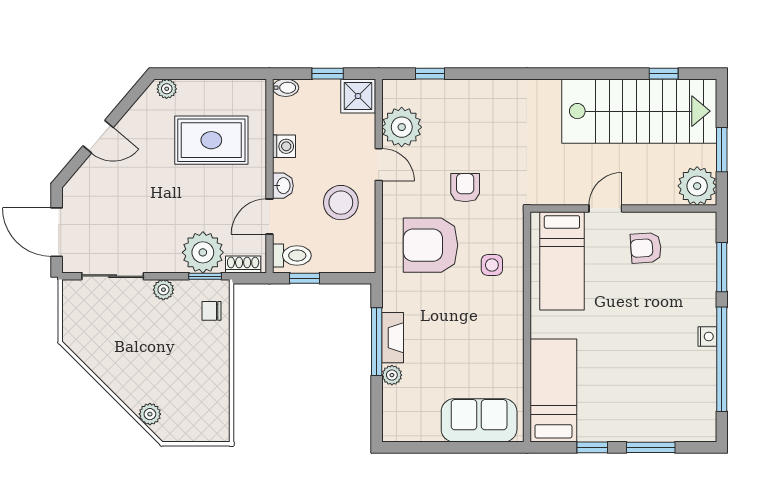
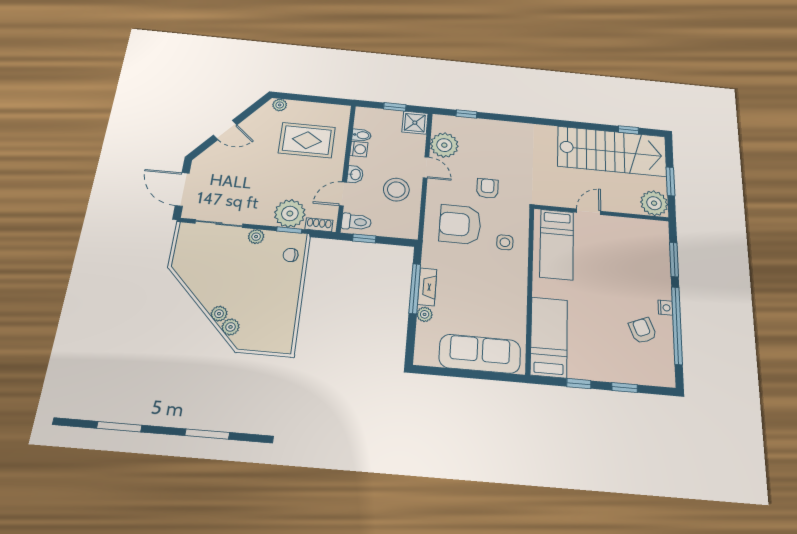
bidet: (286, 88) -> (362, 135), moved
armchair: (646, 248) -> (643, 331), moved, turned 72
plant: (133, 398) -> (219, 314), added
sofa: (479, 420) -> (480, 354), width x1.36
window: (651, 447) -> (625, 388), width x0.67

